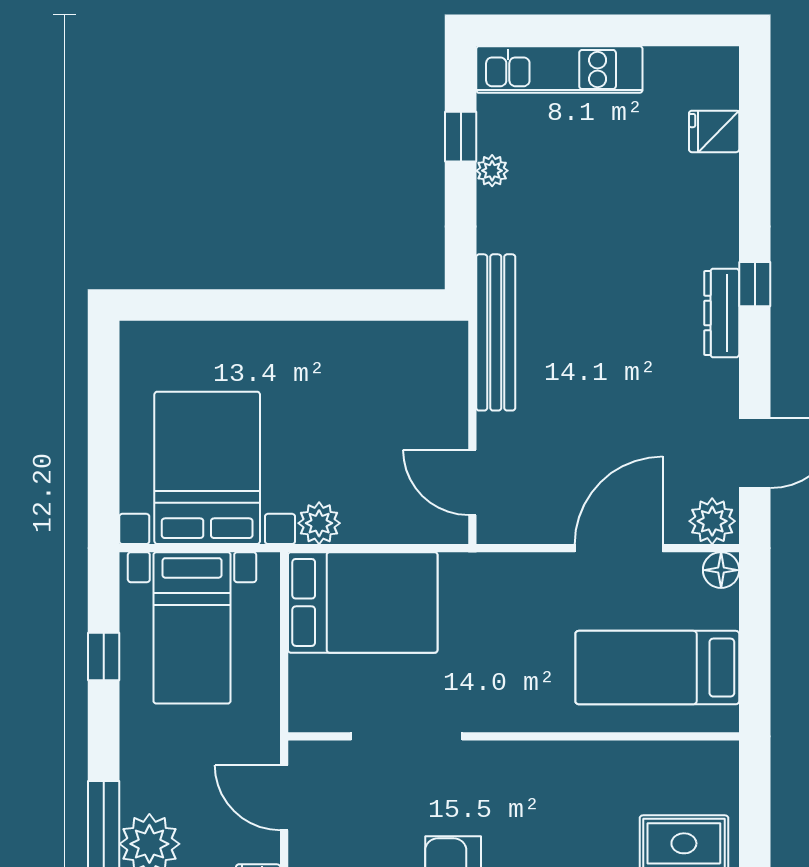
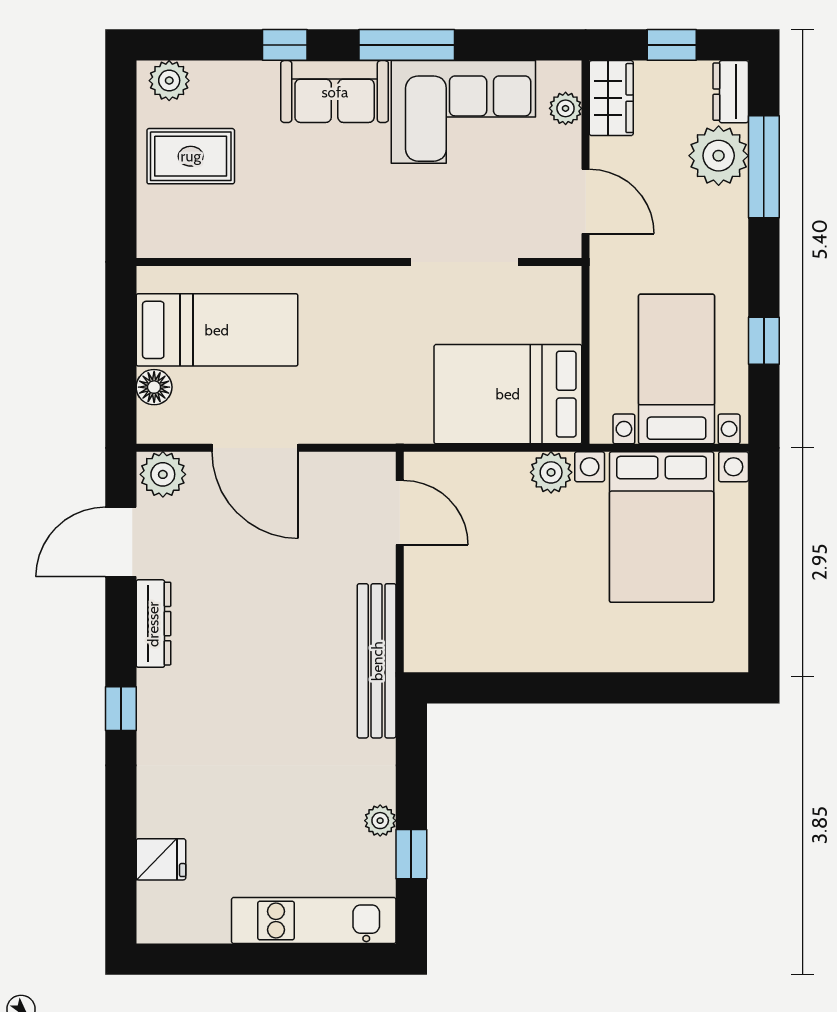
dresser: (722, 313) -> (153, 624), moved
door: (619, 548) -> (255, 448), hinge flipped
floor lamp: (721, 570) -> (154, 387), moved

